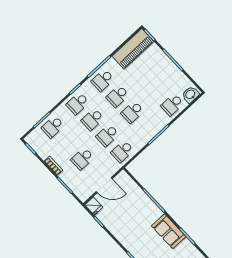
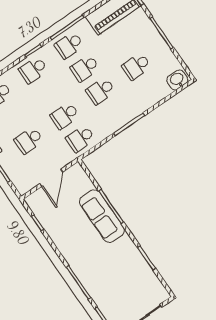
school desk: (172, 105) -> (136, 66), moved
school desk: (93, 119) -> (49, 93), removed
door: (104, 185) -> (51, 178), hinge flipped
fridge: (94, 206) -> (34, 202), removed
sofa: (169, 231) -> (102, 216), moved, width x1.36

